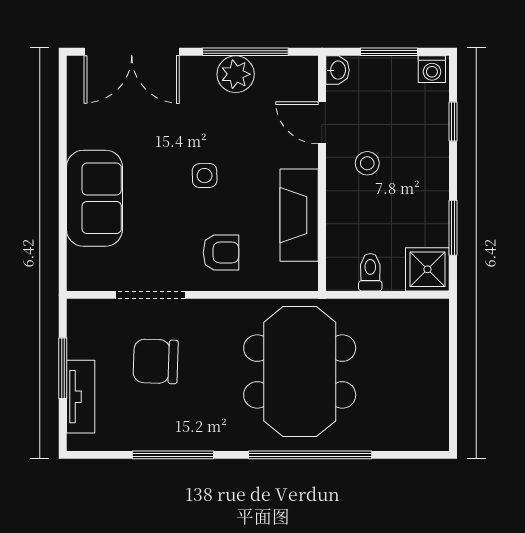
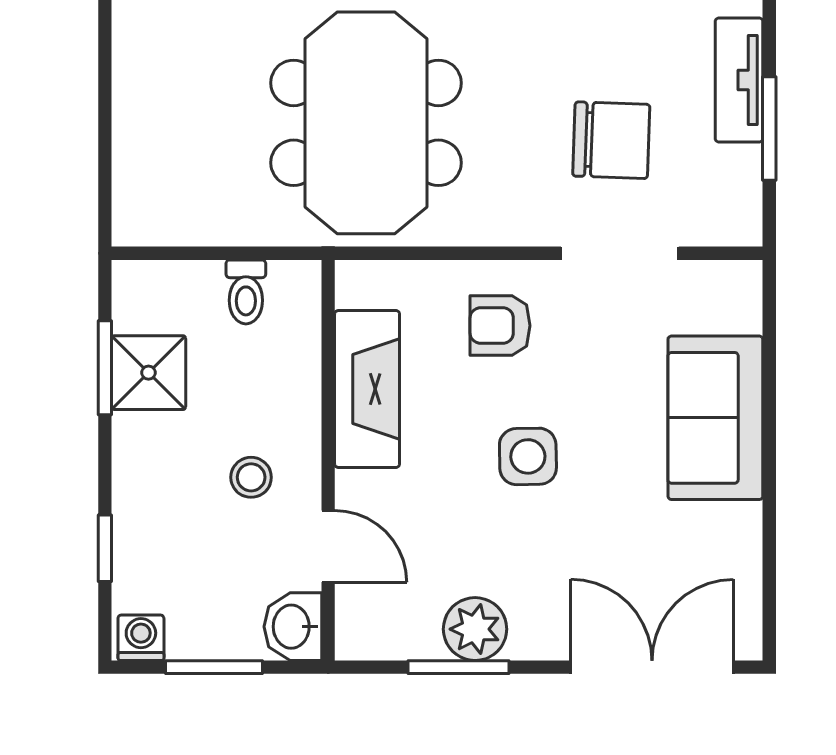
window: (245, 52) -> (458, 667), width x0.69
washbasin: (337, 70) -> (293, 627), width x1.38, depth x1.45
side table: (205, 176) -> (528, 456), width x1.37, depth x1.37
shower: (427, 269) -> (149, 373), moved

